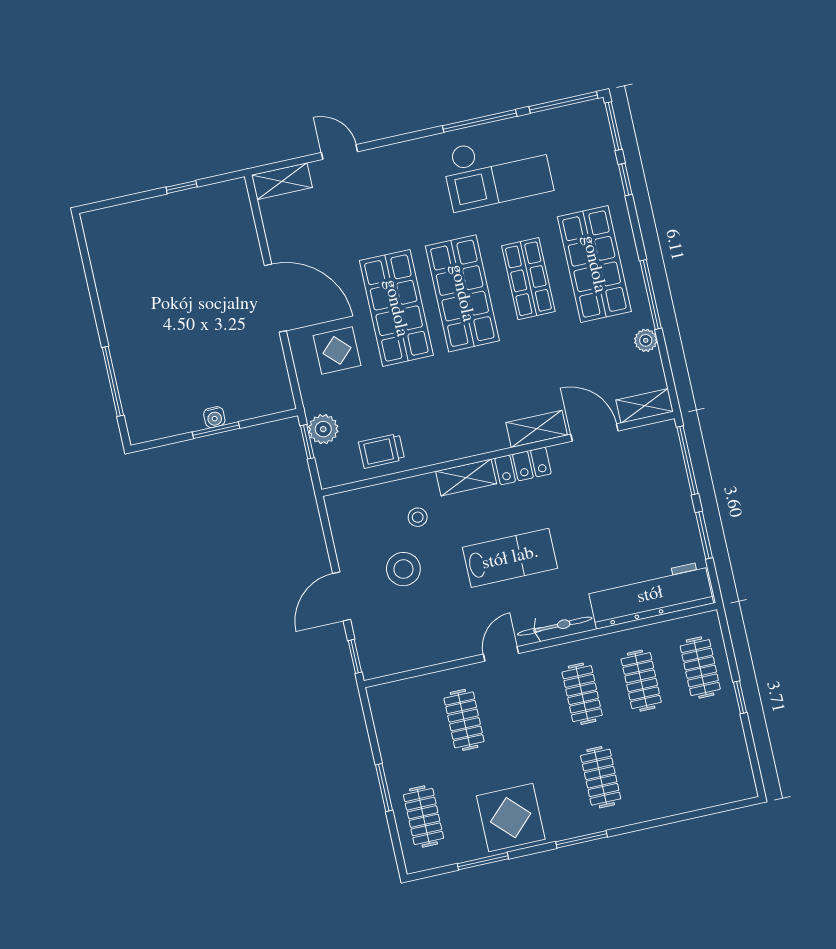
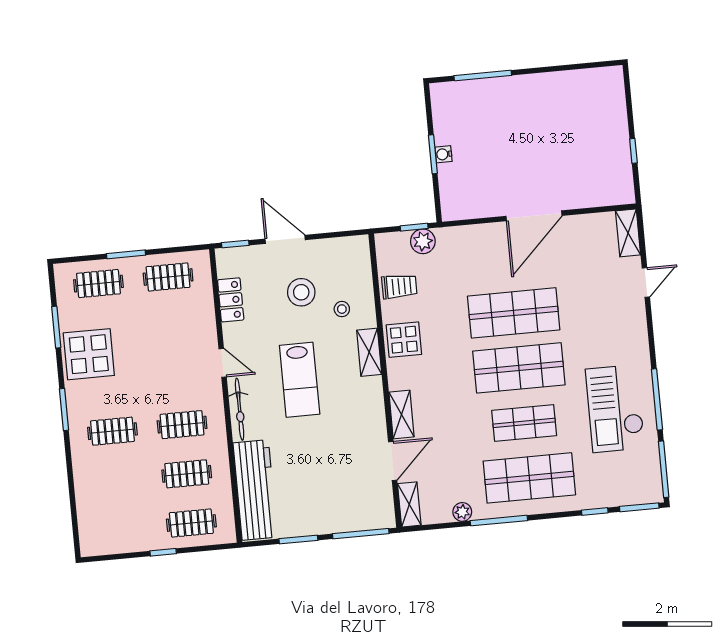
display table: (337, 350) -> (404, 340), moved
trolley: (382, 451) -> (399, 286), turned 90
locker: (523, 466) -> (231, 300), moved, turned 180
clothes rail: (464, 720) -> (168, 277), moved

